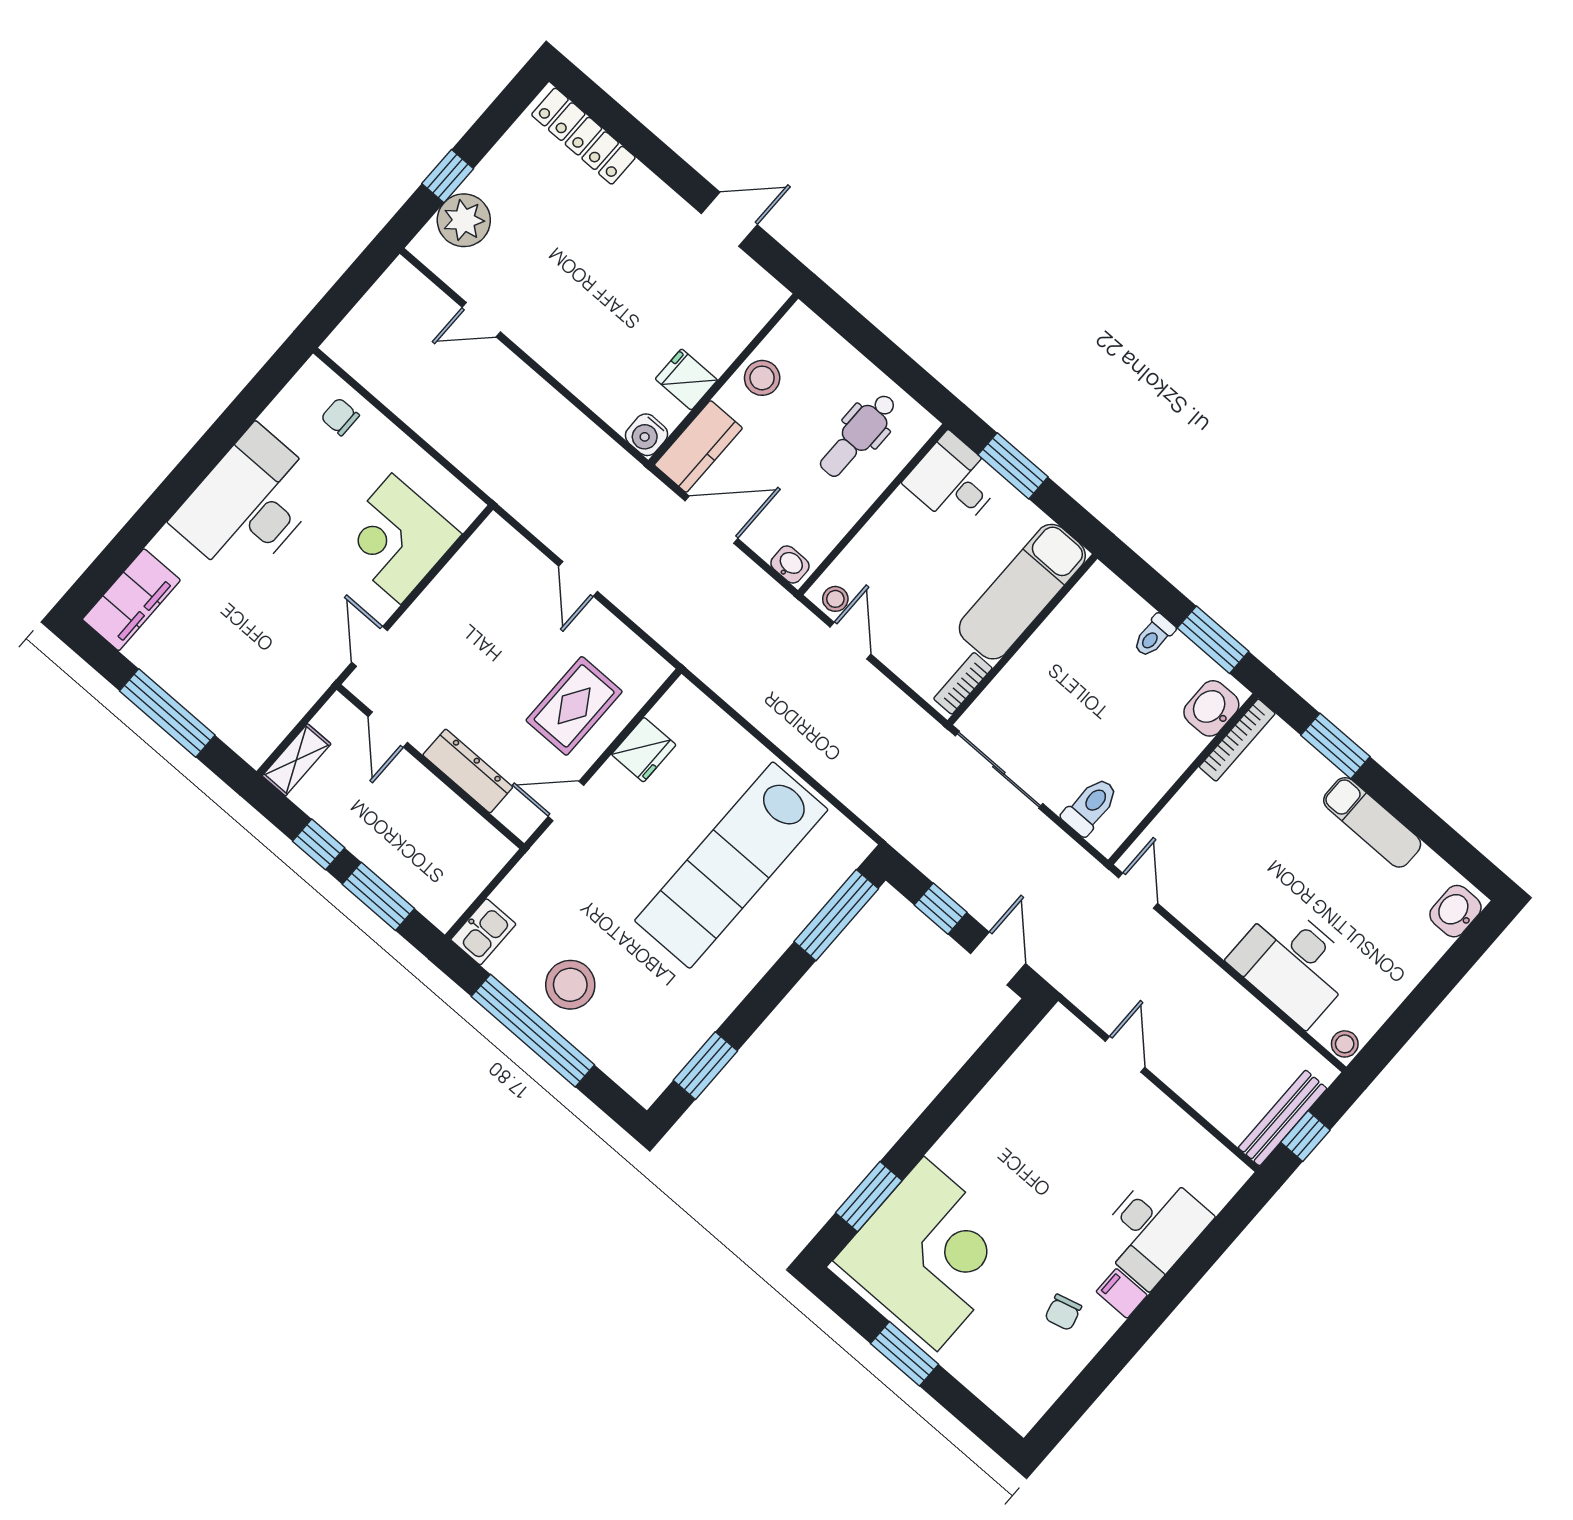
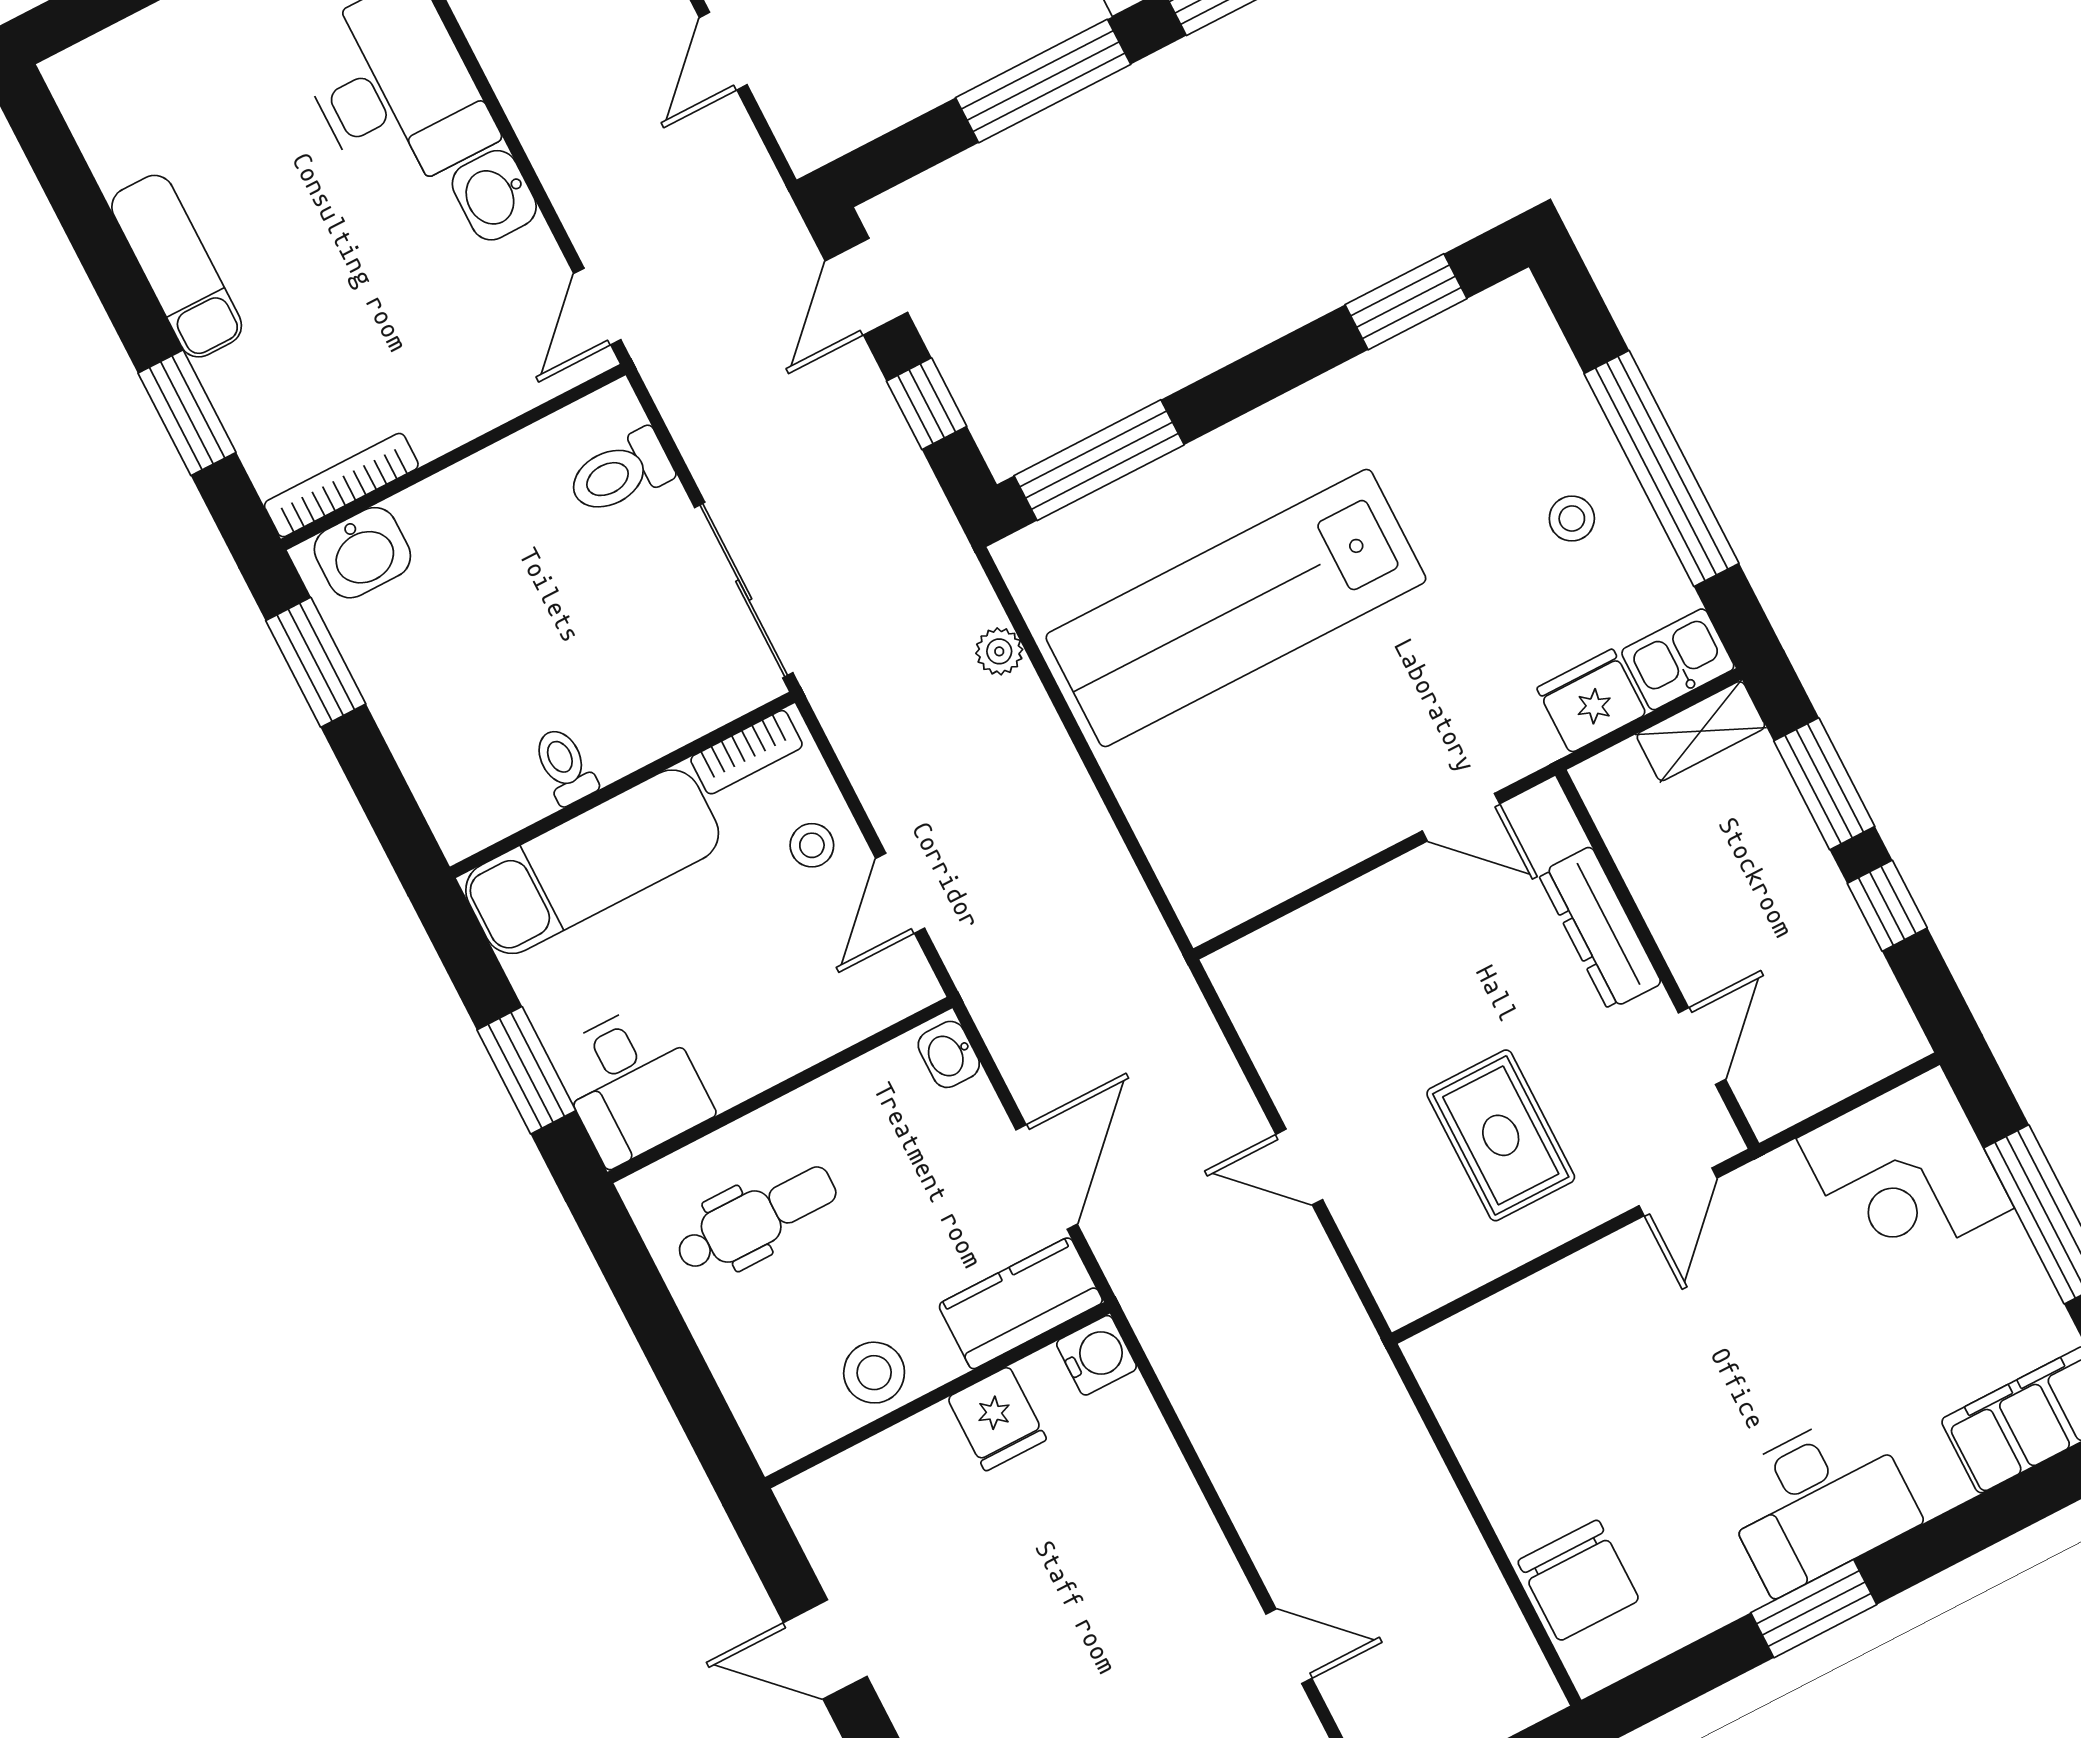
chair: (340, 417) -> (1578, 1580), width x1.87, depth x1.87
window: (208, 452) -> (1814, 1609), added
desk: (249, 504) -> (1818, 1502), width x0.73, depth x0.77
door: (711, 520) -> (1047, 1177), swing flipped
corner desk: (396, 539) -> (1905, 1173), moved, turned 90
door: (578, 579) -> (1299, 1167), swing flipped
stool: (835, 599) -> (812, 845), moved
toilet: (1154, 636) -> (565, 766), moved, turned -90
rug: (574, 706) -> (1501, 1135), moved, turned 90
fridge: (644, 750) -> (1591, 701), moved
shelving: (296, 760) -> (1701, 731), moved
plant: (849, 791) -> (999, 651), added
lab bench: (731, 865) -> (1236, 608), turned 180
washbasin: (1455, 911) -> (494, 195), moved, turned 90
stool: (570, 985) -> (1572, 518), width x0.53, depth x0.53
window: (947, 1106) -> (1043, 81), added

